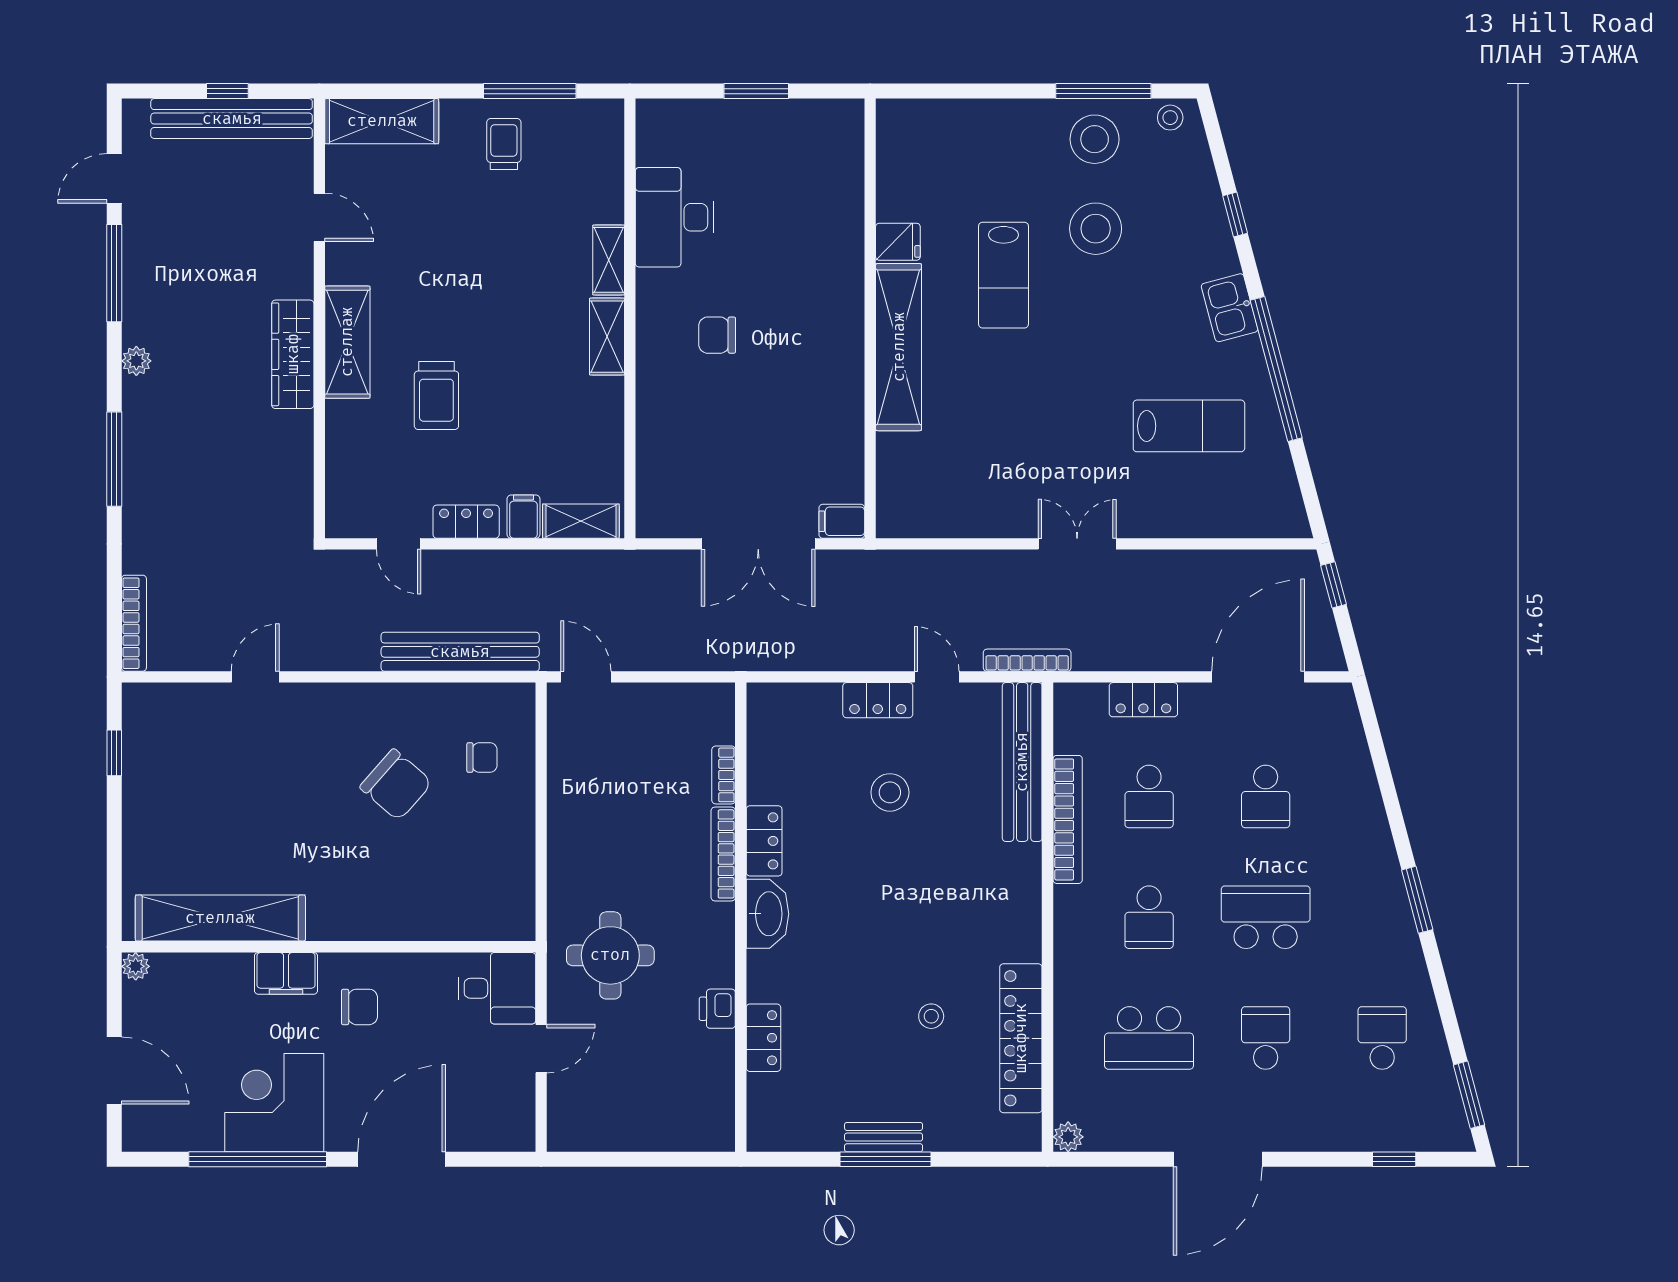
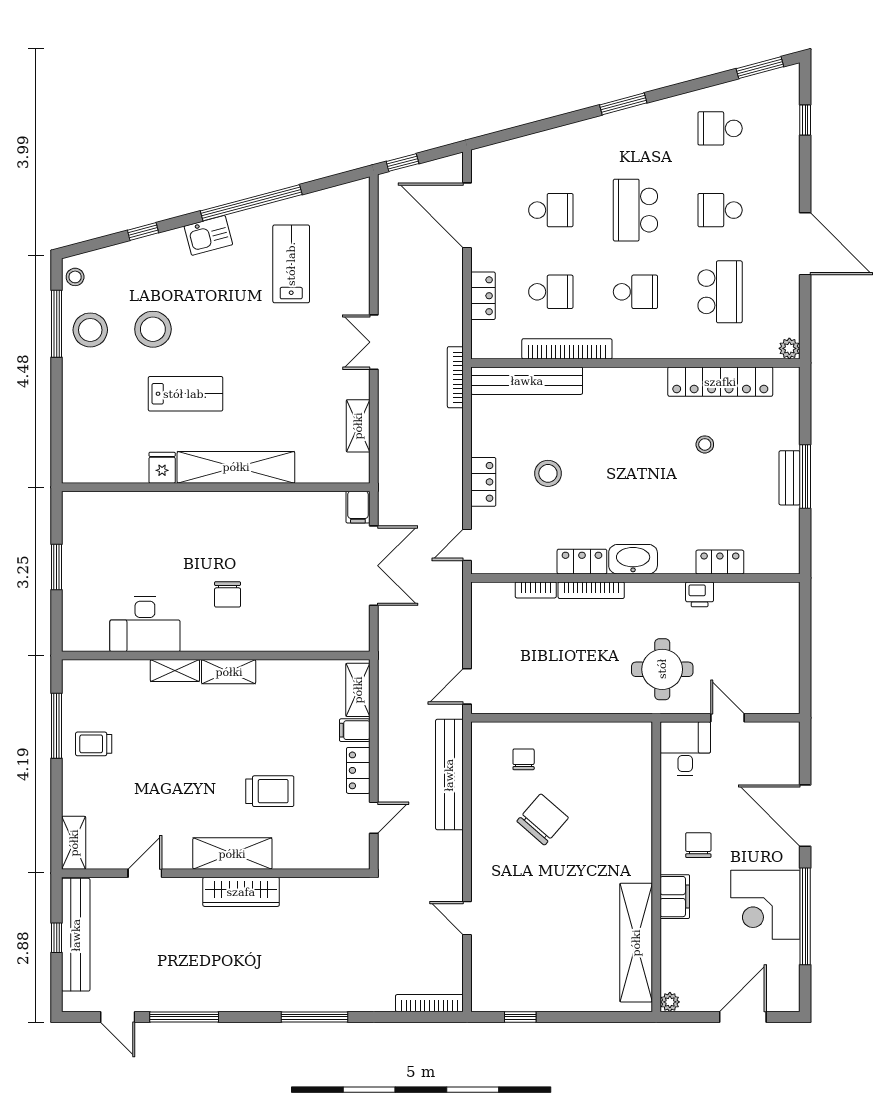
shelving: (382, 121) -> (74, 843), width x0.67, depth x0.75
plant: (136, 361) -> (246, 1001), removed
shelving: (958, 521) -> (358, 426), added
door: (937, 677) -> (467, 545), moved

